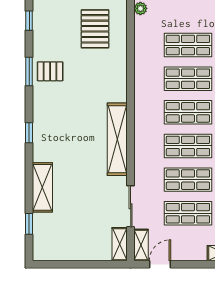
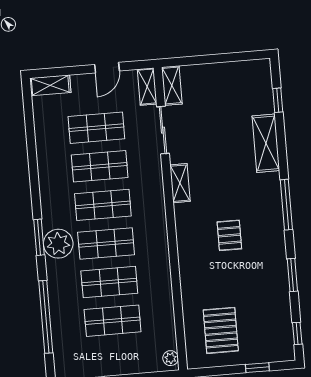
pallet: (50, 71) -> (229, 235), moved, turned 90
window: (29, 133) -> (286, 205), width x2.17
shelving: (117, 139) -> (180, 183), width x0.45, depth x0.75
door: (160, 264) -> (107, 68), moved

